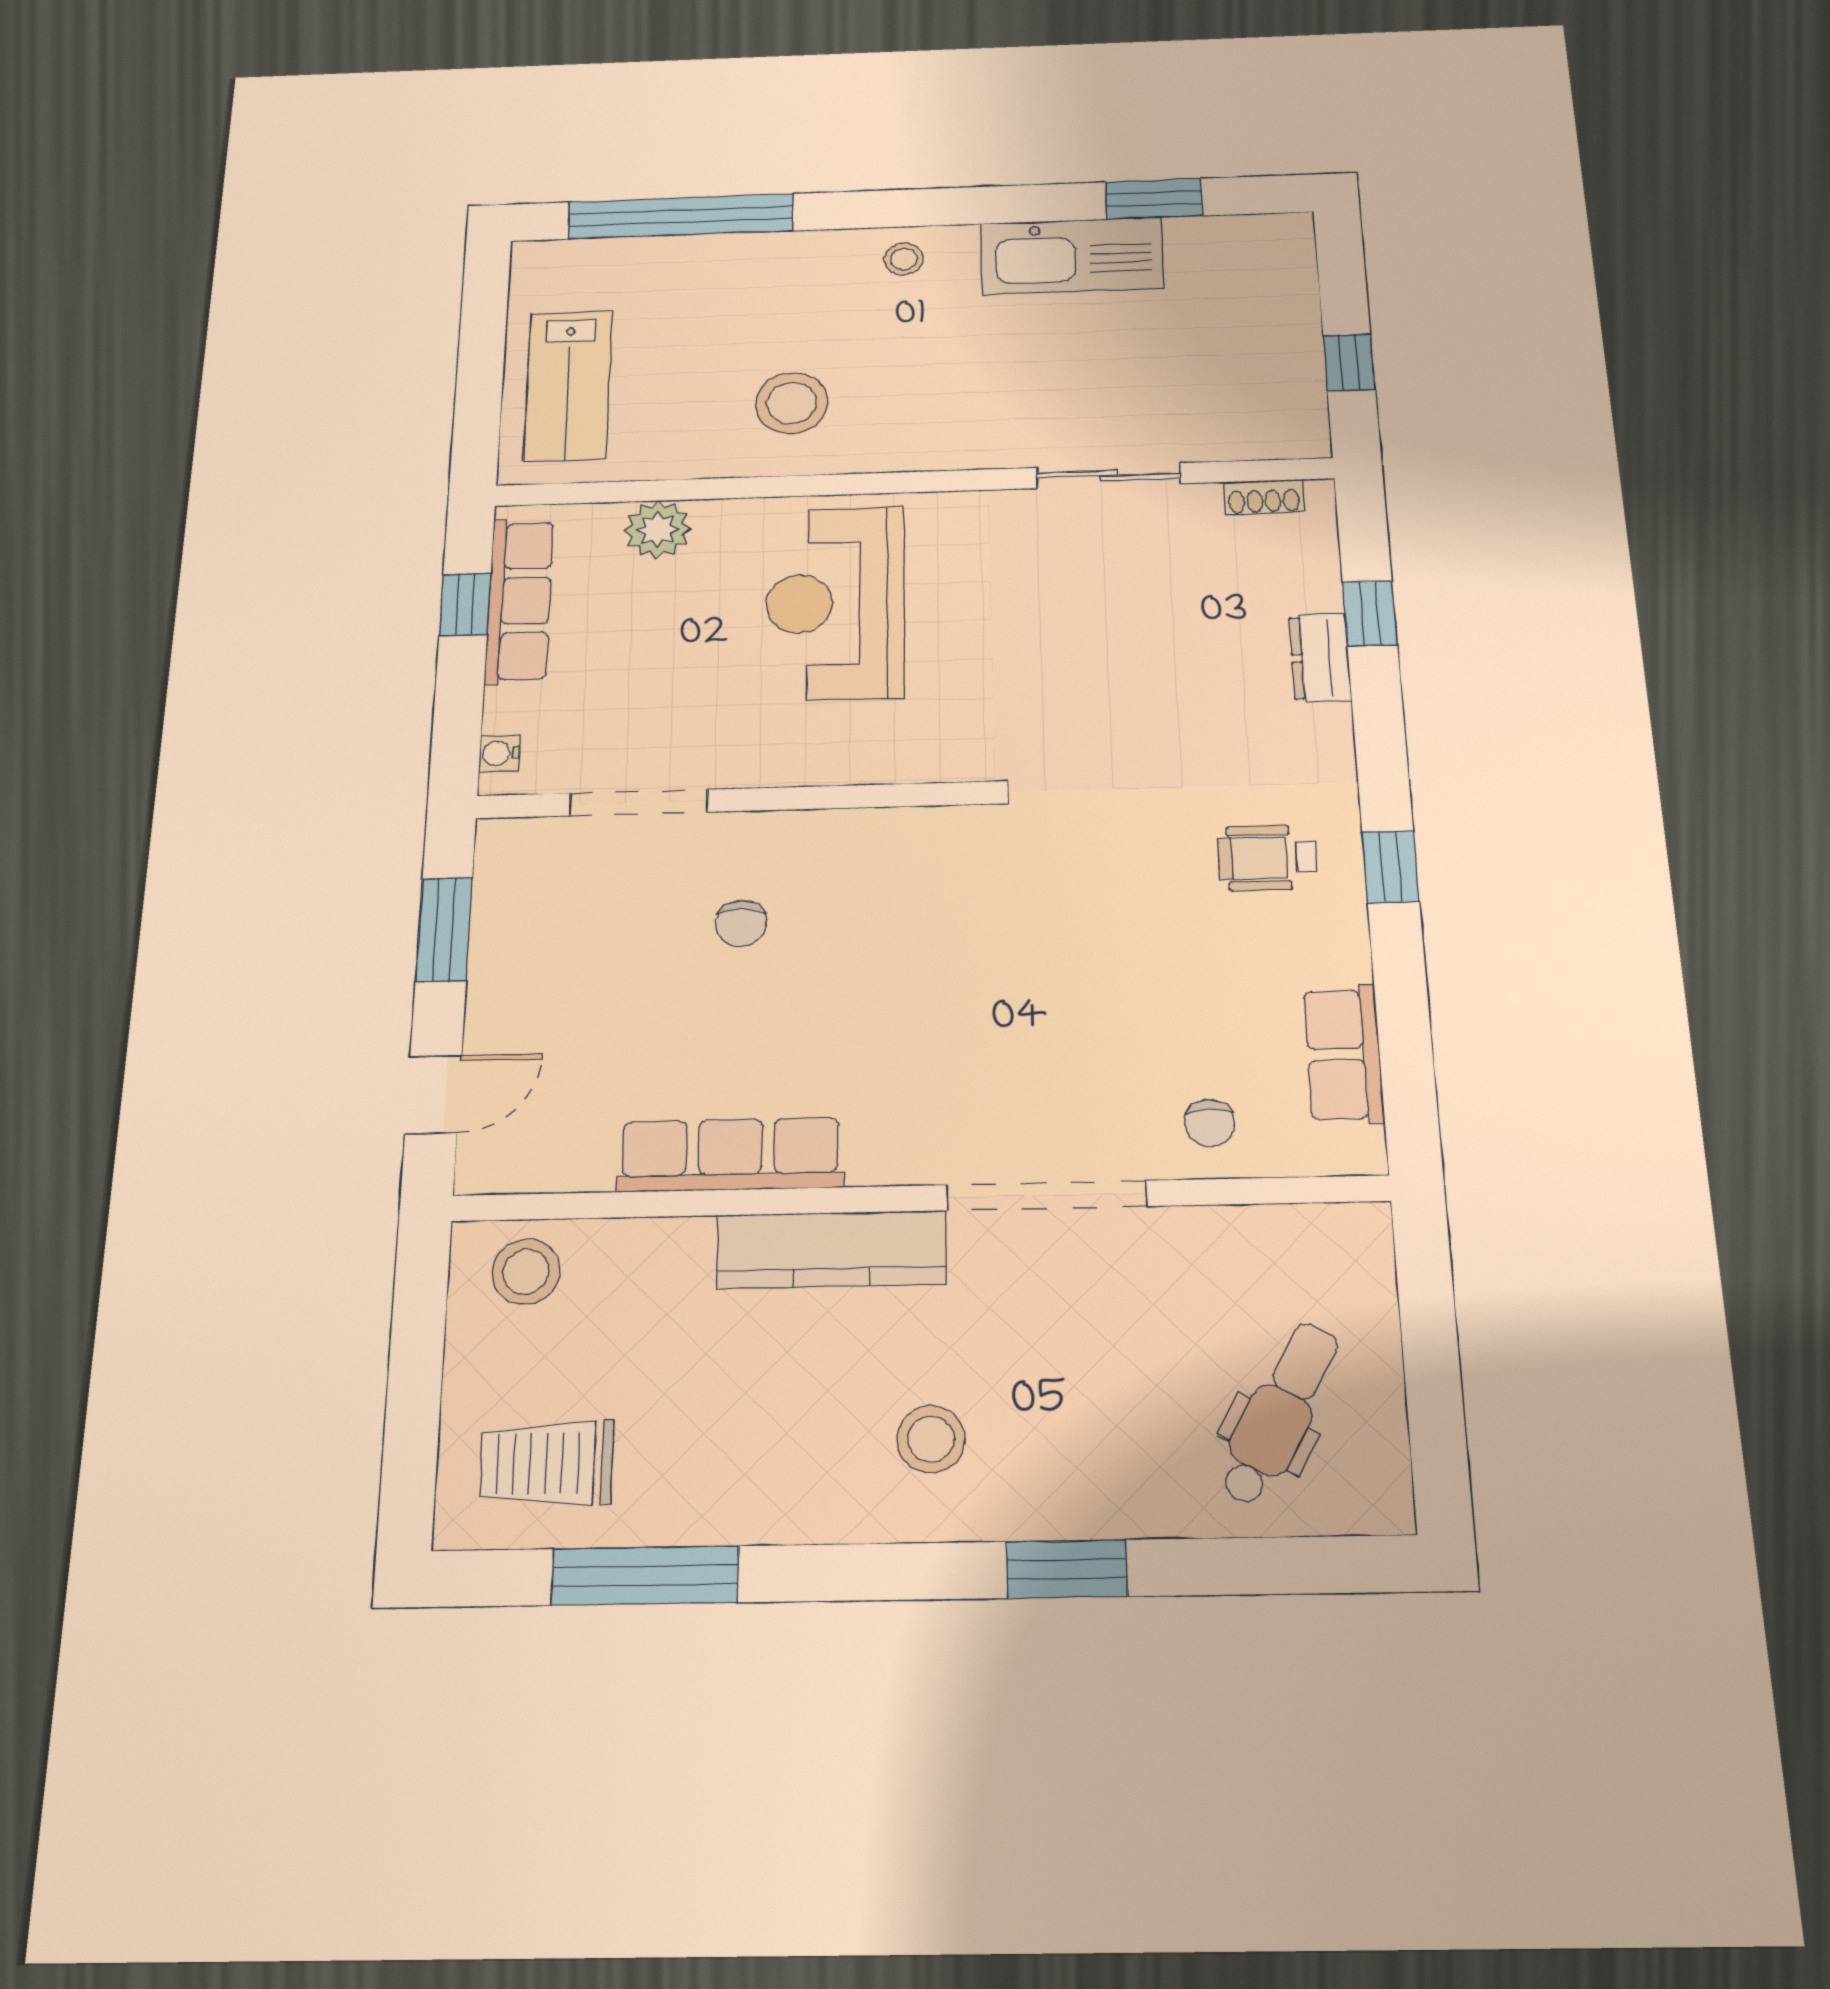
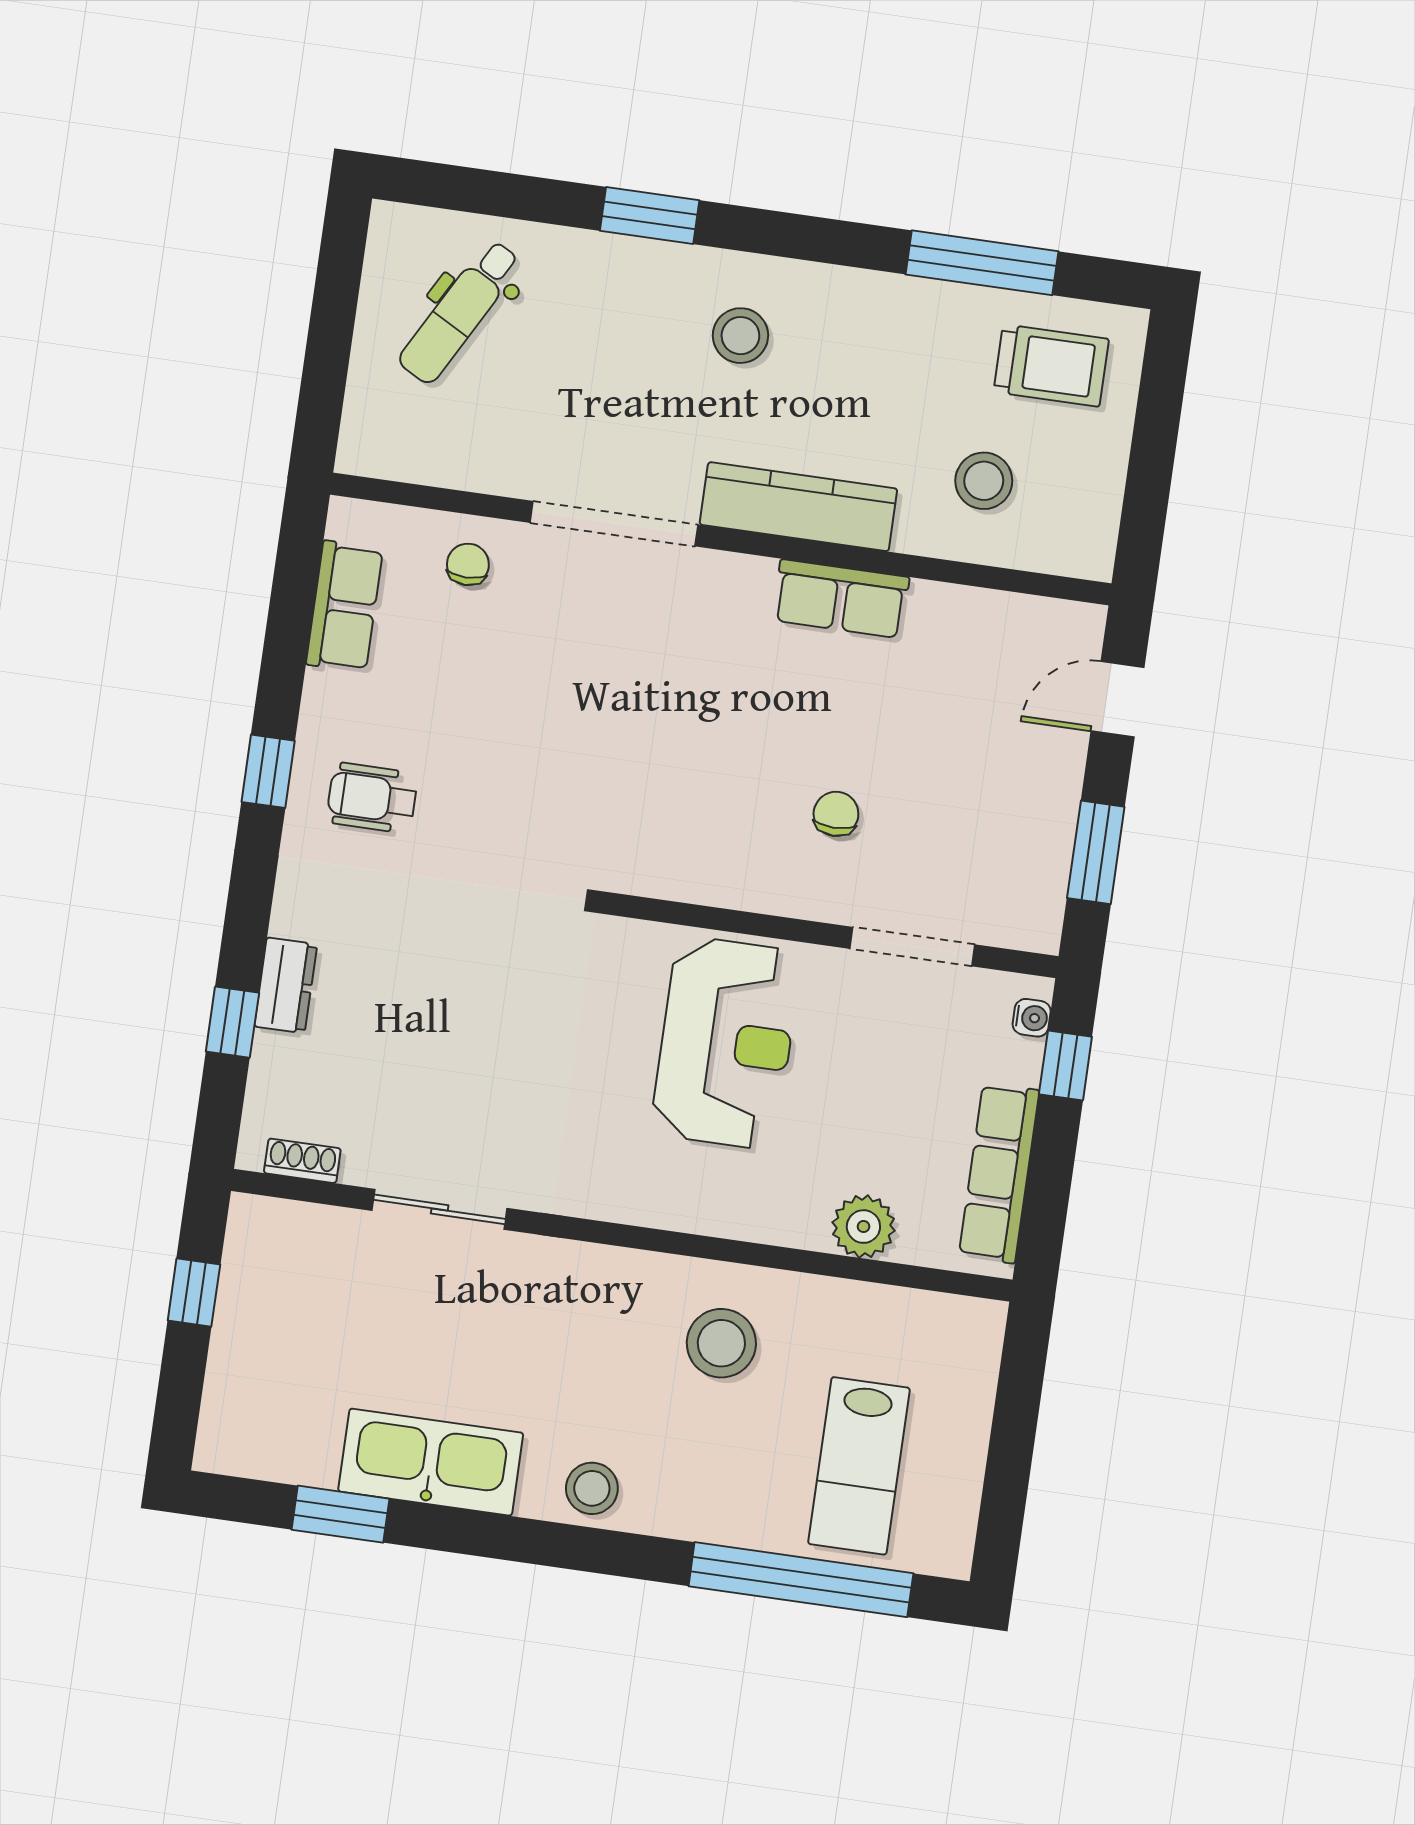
stool: (904, 259) -> (592, 1488), width x1.37, depth x1.37
lab bench: (568, 386) -> (859, 1466), moved, turned 180
reception desk: (835, 603) -> (726, 1043), moved
window: (465, 604) -> (1065, 1065), moved
wheelchair: (1267, 858) -> (372, 798), turned 180
row of seats: (730, 1155) -> (841, 599), width x0.68
stool: (526, 1272) -> (984, 481), moved

